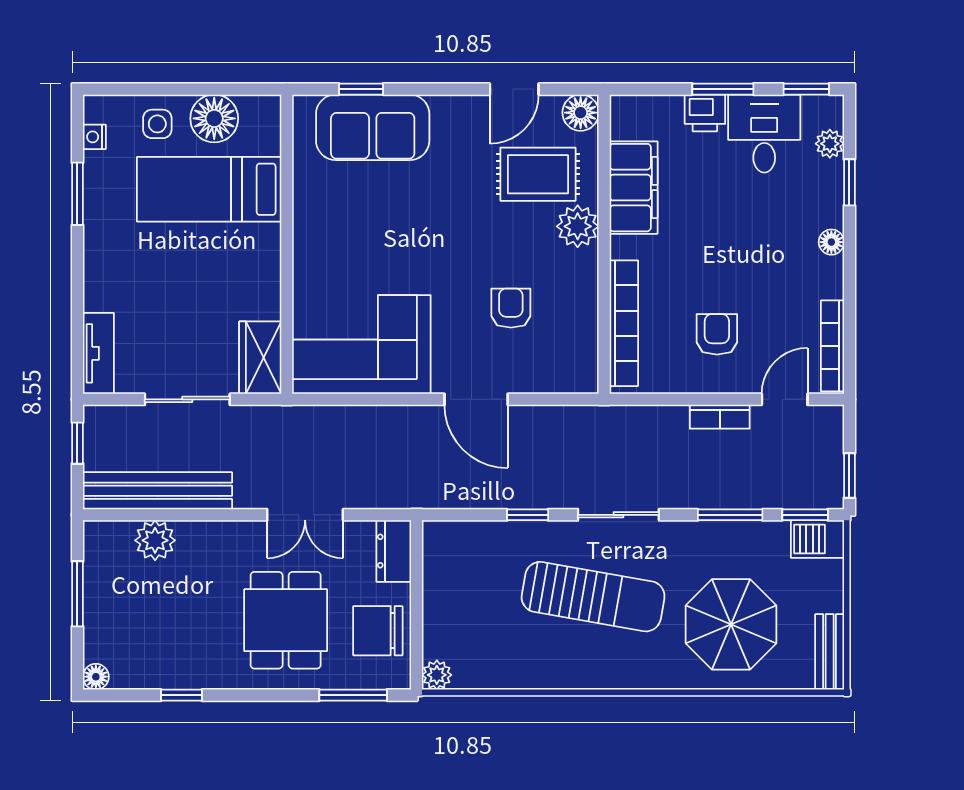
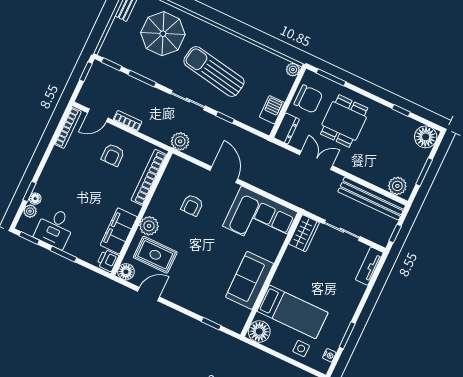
printer: (705, 113) -> (108, 260), moved, turned -90
floor lamp: (214, 118) -> (259, 332), moved
sofa: (373, 127) -> (250, 280), moved, turned -90
floor lamp: (831, 242) -> (35, 199), moved
plant: (595, 425) -> (180, 141), added
barbecue: (817, 539) -> (272, 110), moved, turned -90
plant: (155, 540) -> (397, 186), moved
floor lamp: (96, 677) -> (426, 137), width x1.89, depth x1.89

